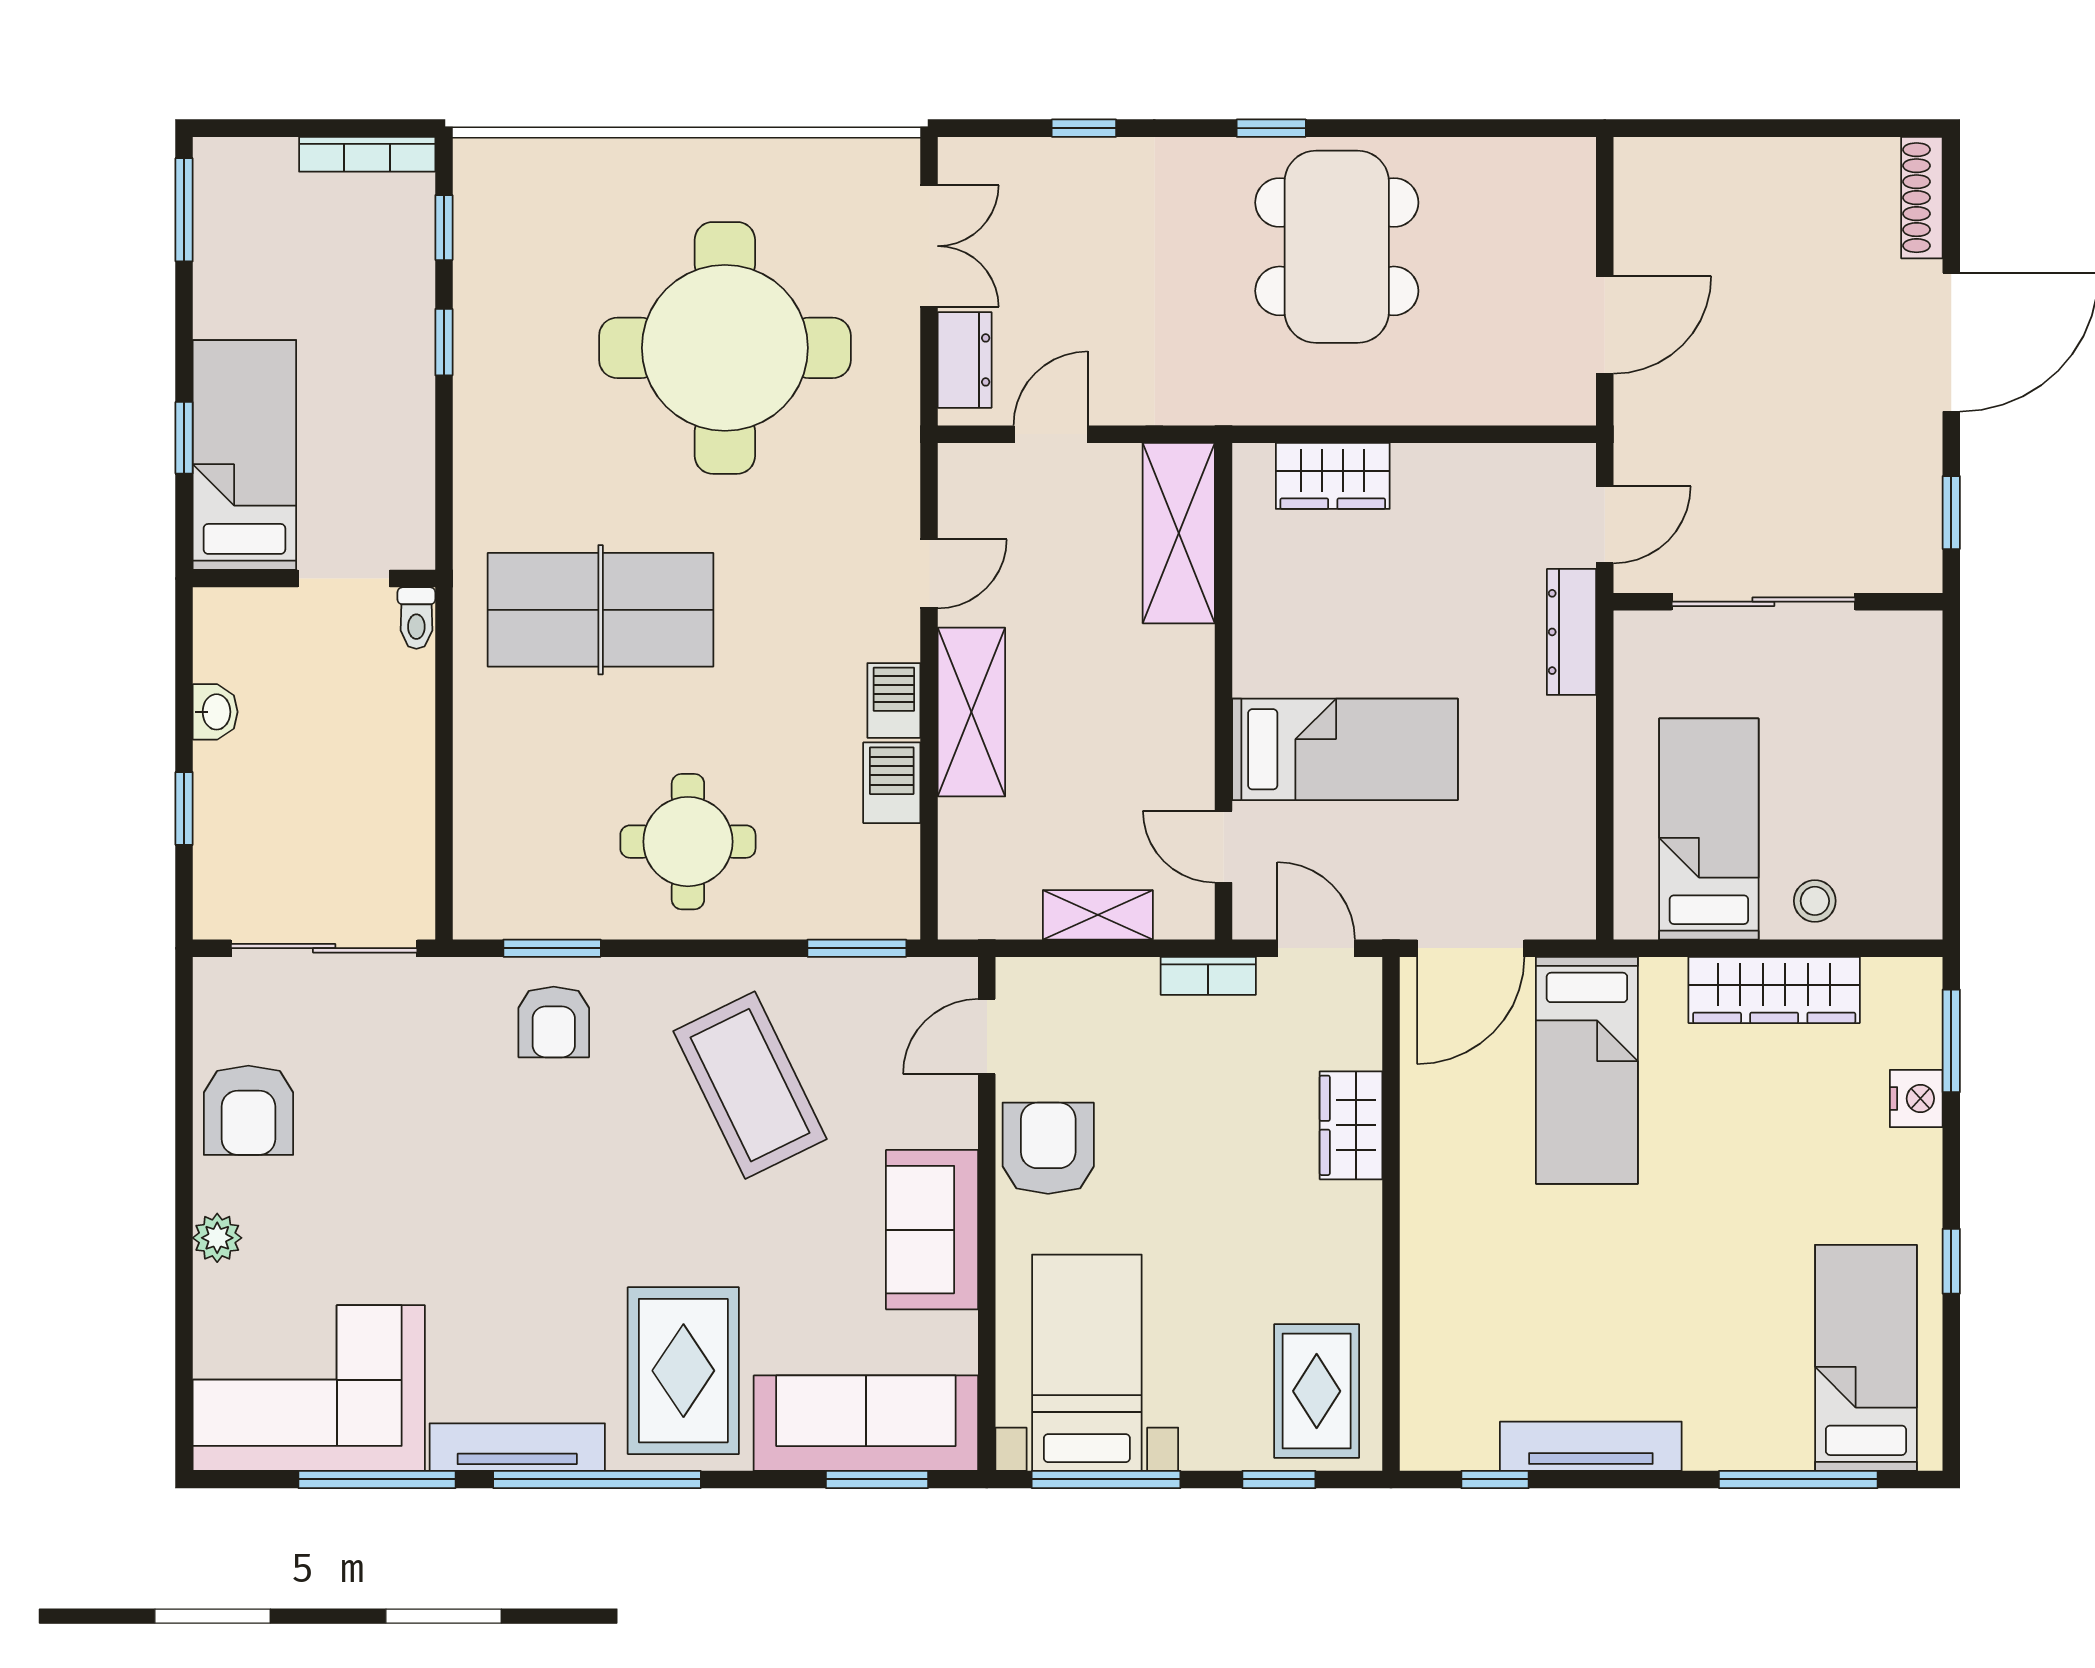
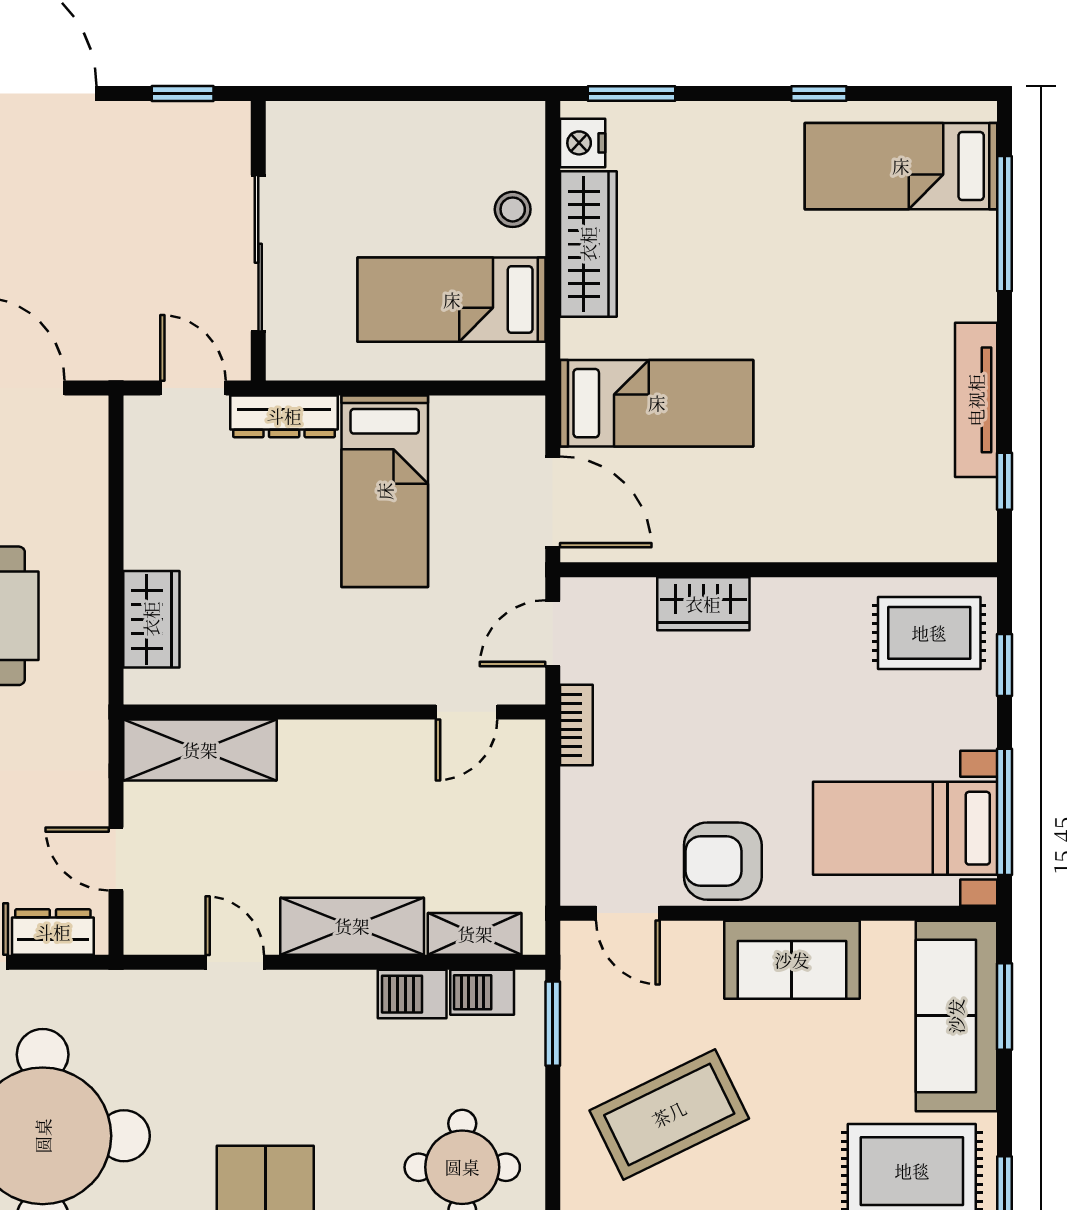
barbecue: (894, 700) -> (482, 992), moved
bed: (1345, 749) -> (385, 491), moved, turned 180
shelving: (1098, 915) -> (475, 934), moved, turned 90
nightstand: (1916, 1099) -> (583, 143), moved, turned -90

